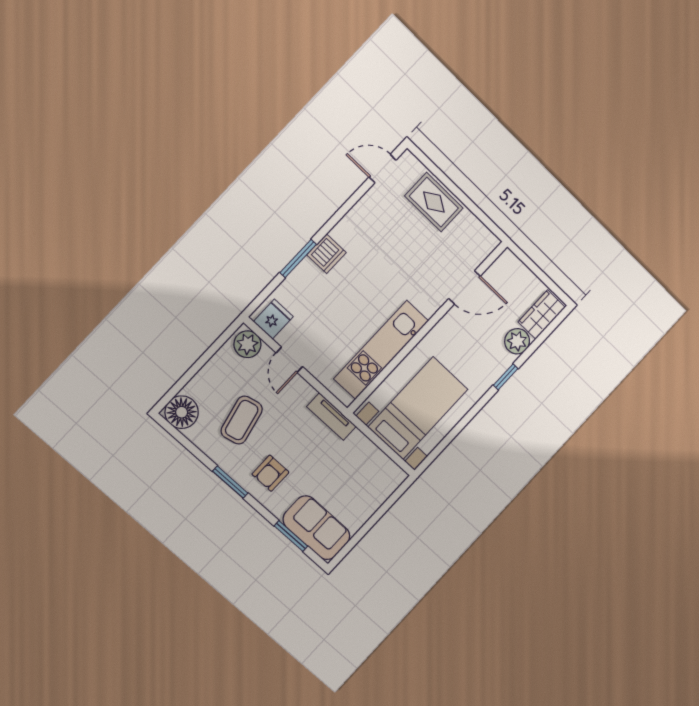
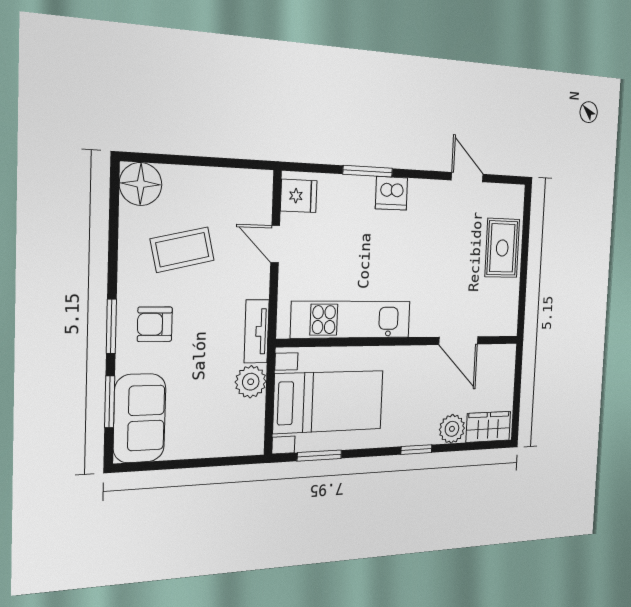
door: (383, 169) -> (467, 177), moved
plant: (247, 344) -> (251, 382), moved
door: (289, 360) -> (275, 244), hinge flipped
window: (445, 442) -> (319, 456), added
window: (230, 482) -> (111, 326), moved

